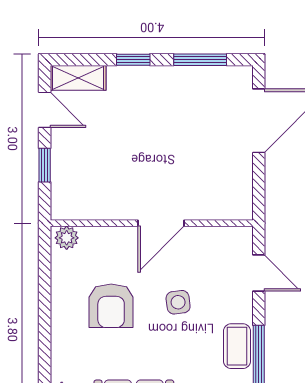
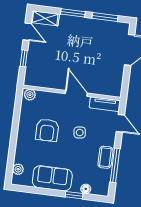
window: (133, 60) -> (73, 13), width x1.50
door: (161, 223) -> (76, 93), swing flipped
tv unit: (222, 238) -> (105, 104), added

